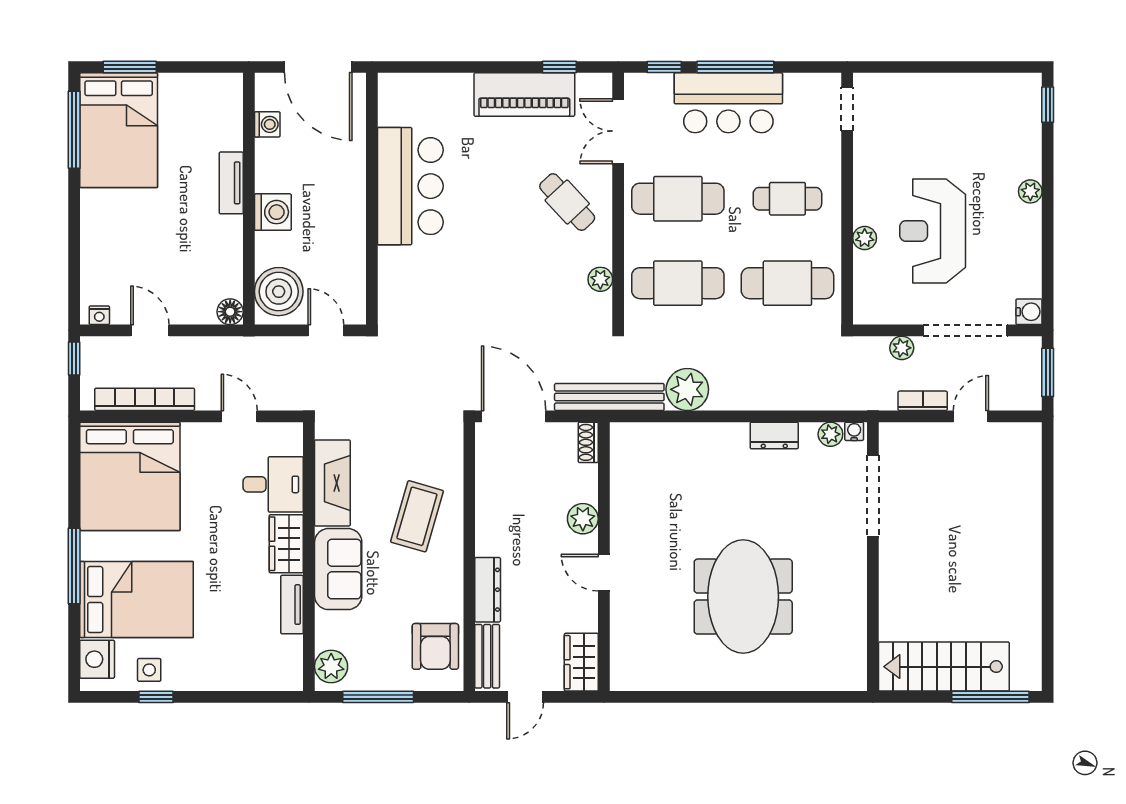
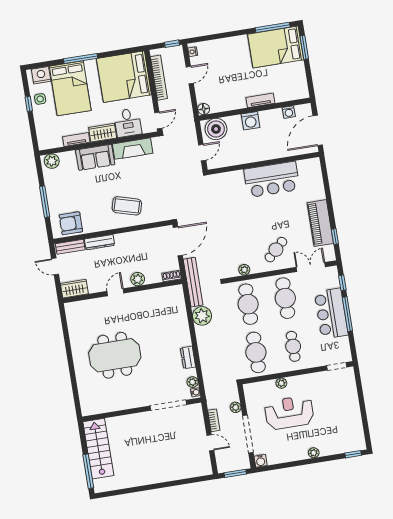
fireplace: (332, 483) -> (133, 149), moved
desk: (273, 484) -> (128, 123), moved
wardrobe: (286, 544) -> (103, 133), moved
wall: (309, 557) -> (99, 144), moved
sofa: (338, 569) -> (95, 157), moved
tv unit: (292, 605) -> (76, 140), moved
plant: (331, 666) -> (52, 161), moved

